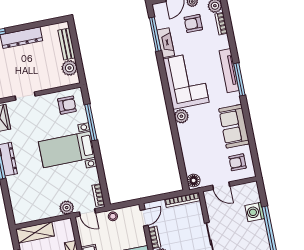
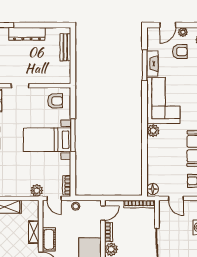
armchair: (193, 23) -> (180, 52), turned 180
window: (155, 34) -> (145, 65), moved
plant: (69, 68) -> (64, 69), removed
window: (91, 122) -> (73, 135), moved

